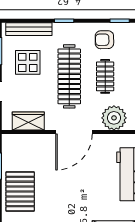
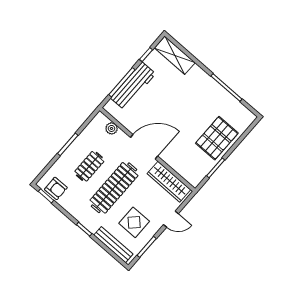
armchair: (104, 40) -> (56, 188), moved
plant: (114, 118) -> (112, 128), width x0.53, depth x0.53
wardrobe: (28, 121) -> (169, 182), width x1.50

